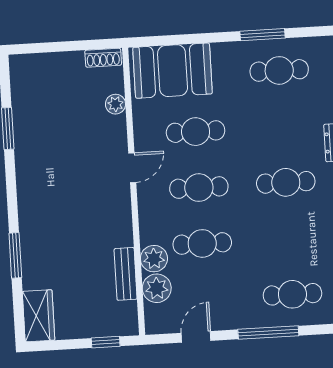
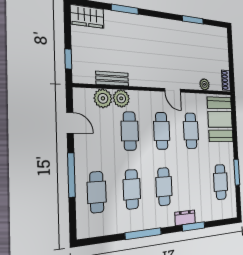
cafe table: (289, 238) -> (132, 189), added

